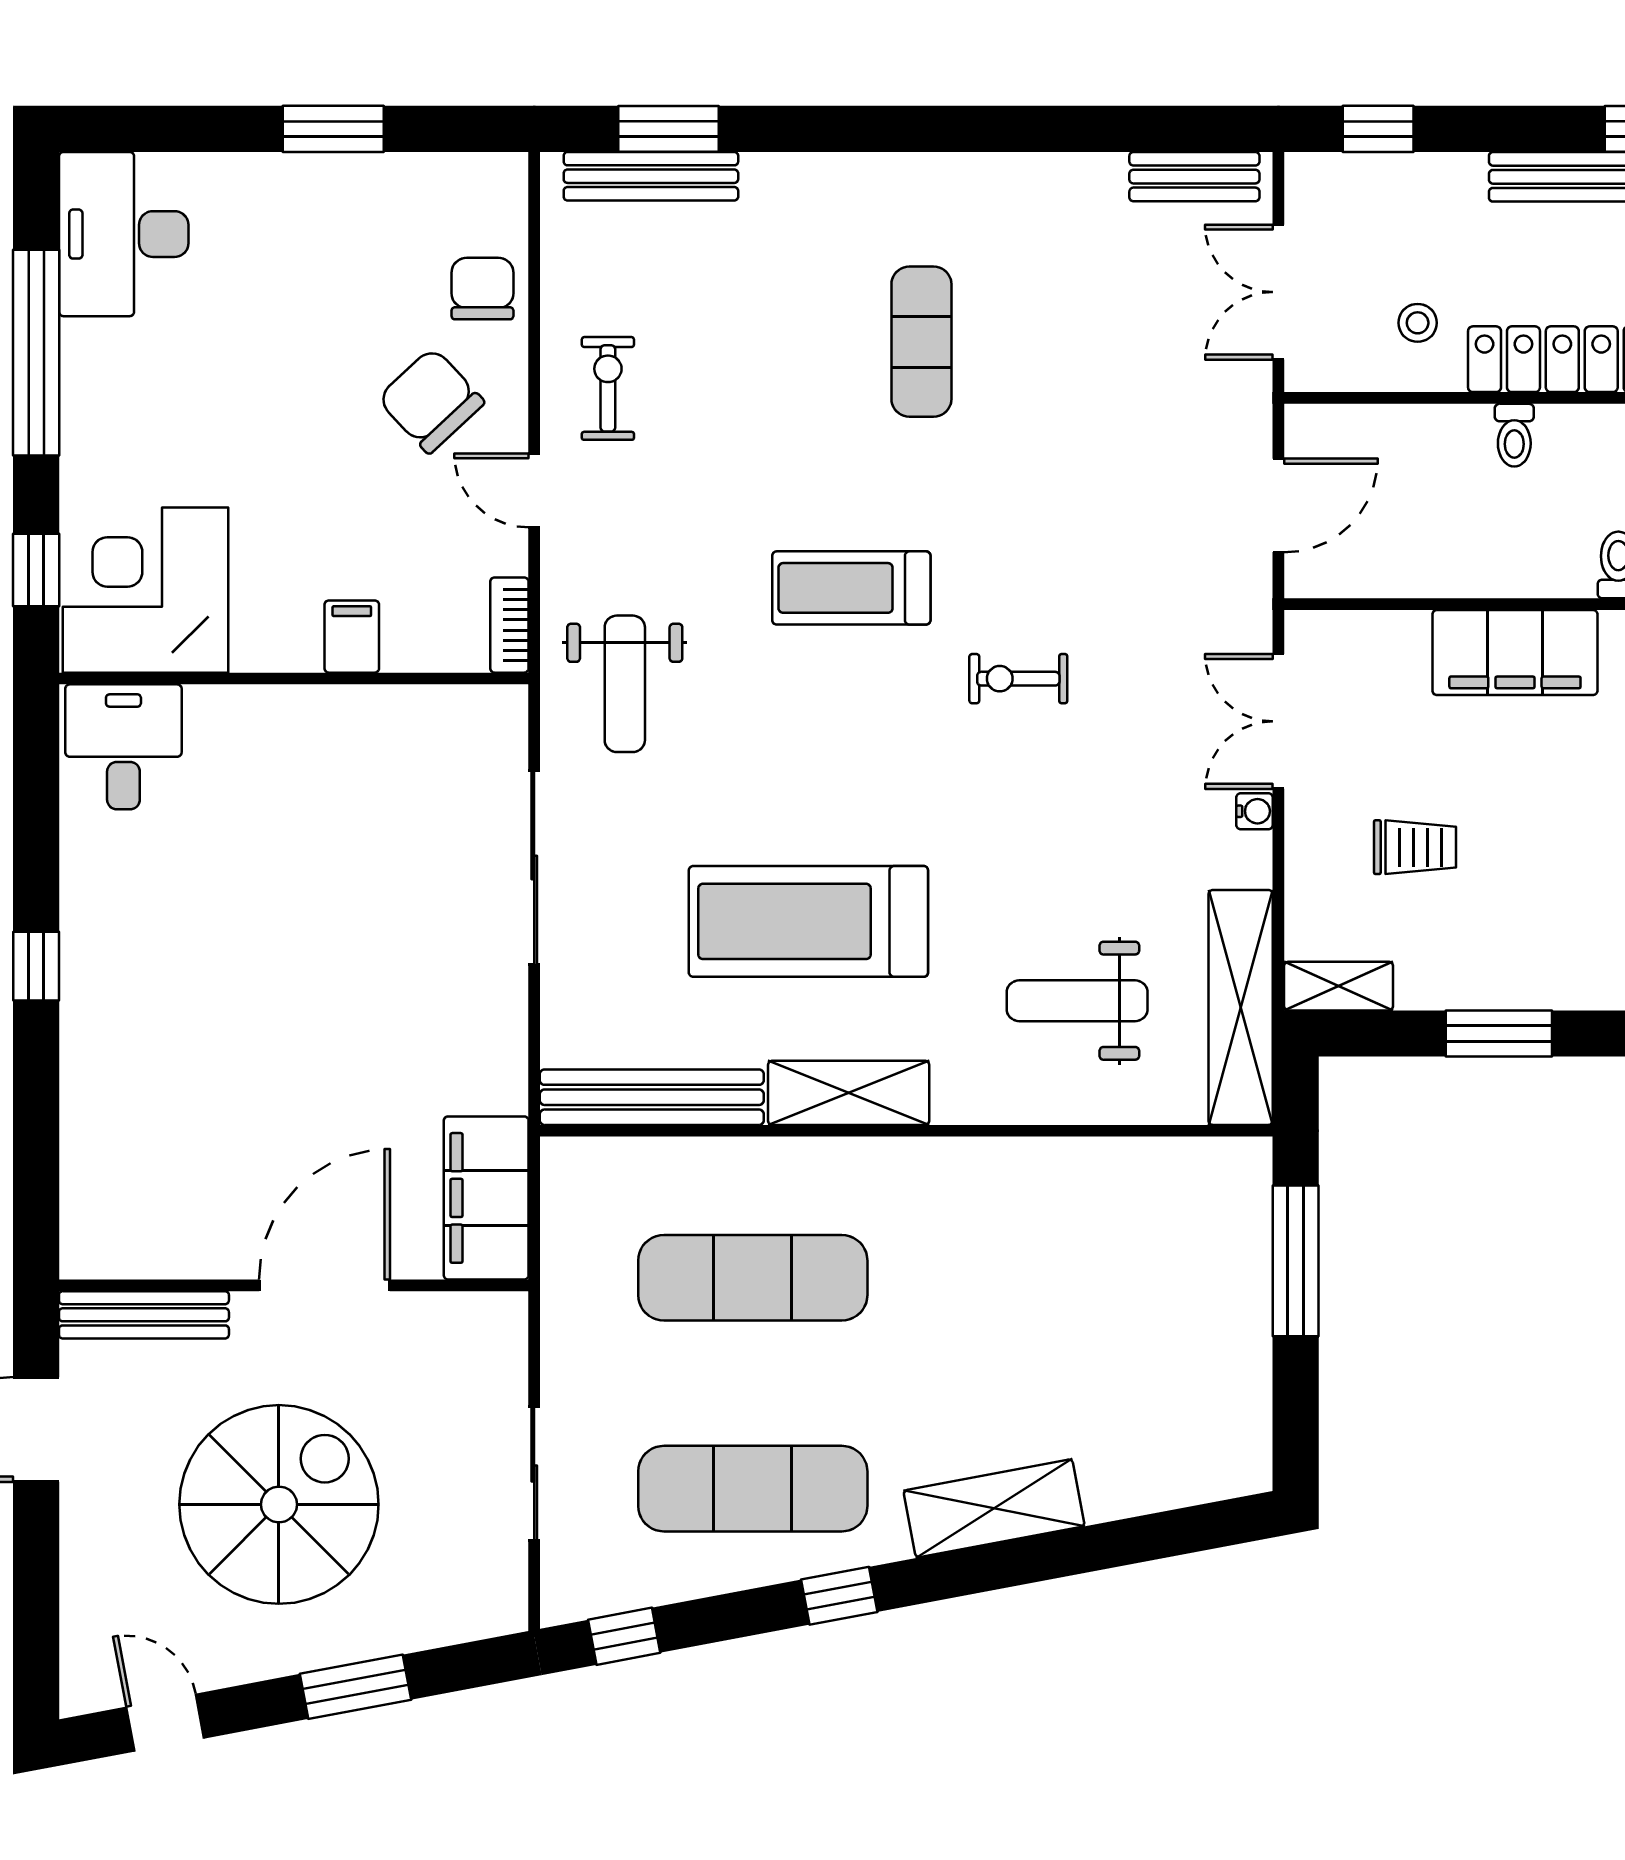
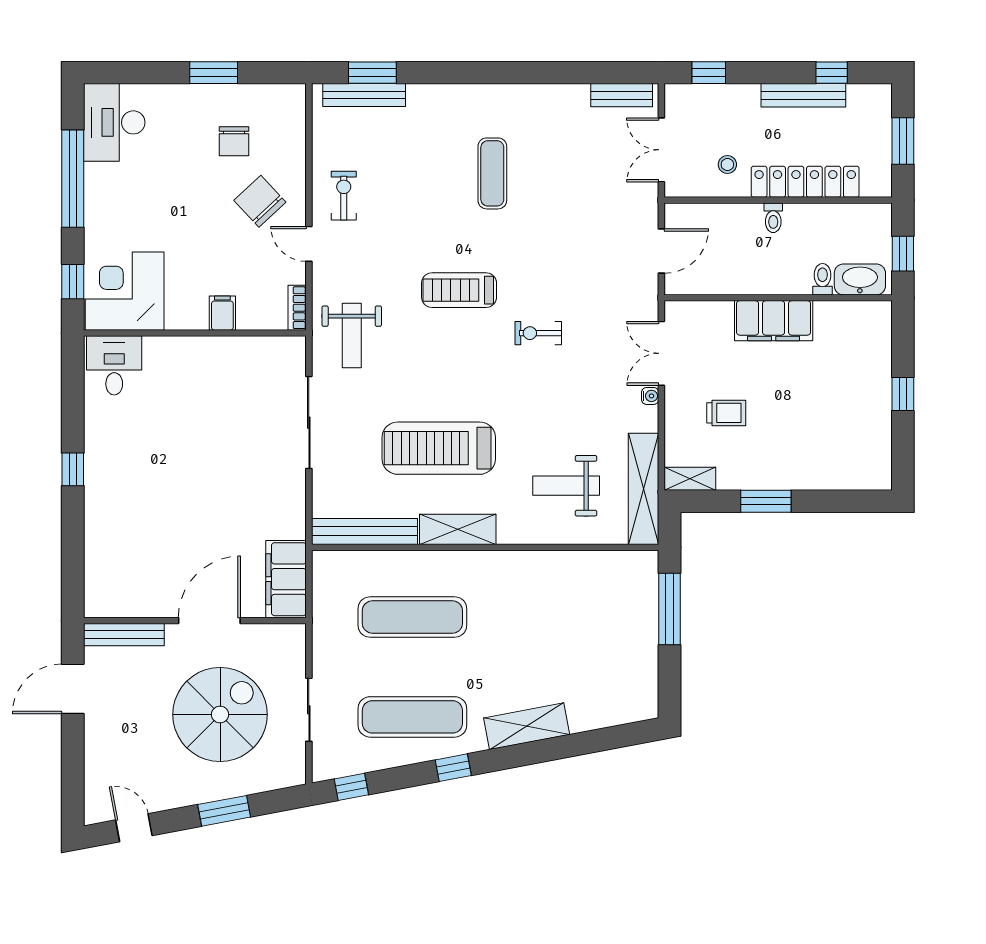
chair: (482, 289) -> (234, 141), moved, turned 180
spiral stairs: (279, 1504) -> (220, 715), moved

